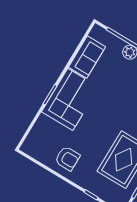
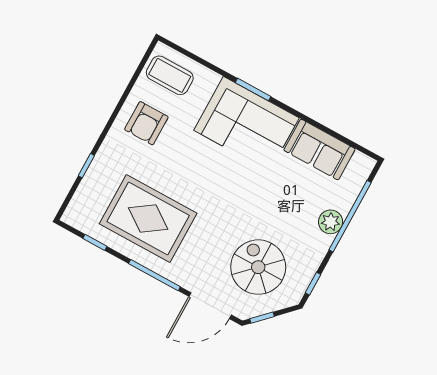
coffee table: (40, 144) -> (170, 75), added

